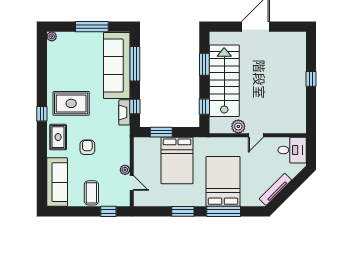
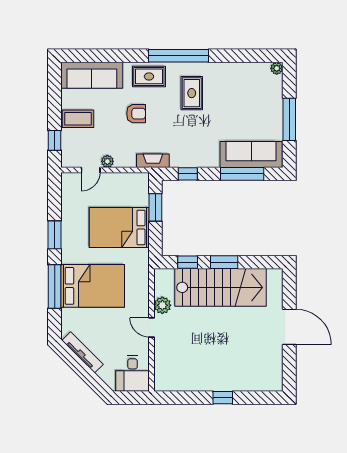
window: (204, 64) -> (224, 262), moved
sofa: (117, 65) -> (251, 154), width x0.74, depth x0.79
rug: (71, 103) -> (192, 93), width x0.73, depth x0.70
fireplace: (124, 112) -> (153, 161), moved
window: (42, 114) -> (179, 56), width x3.17

